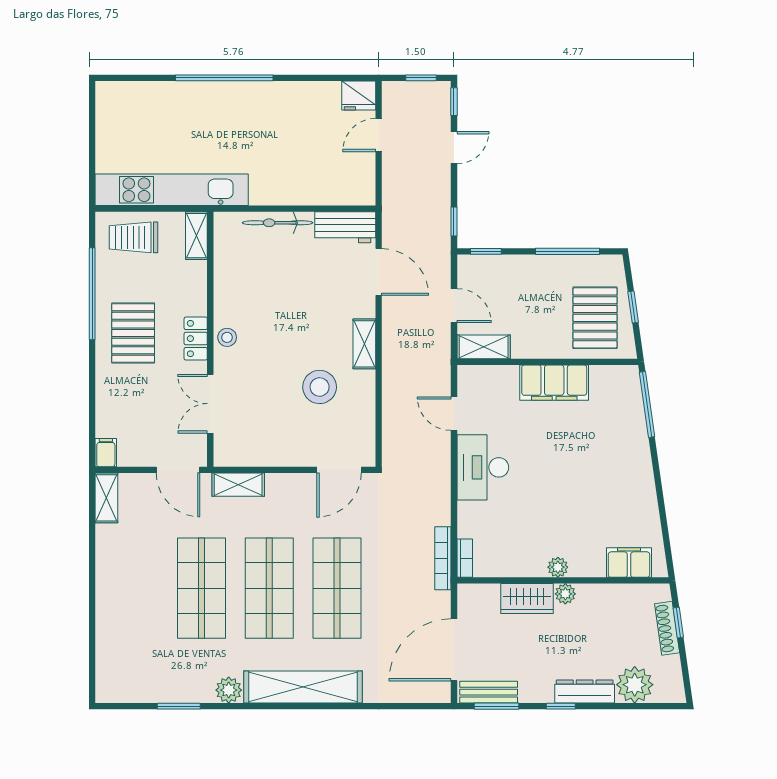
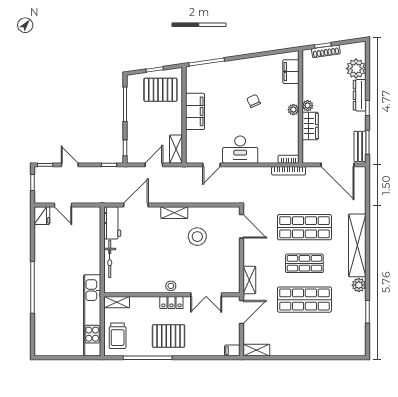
chair: (574, 492) -> (254, 101), added
shop shelf: (269, 588) -> (304, 263), width x0.70, depth x0.74

